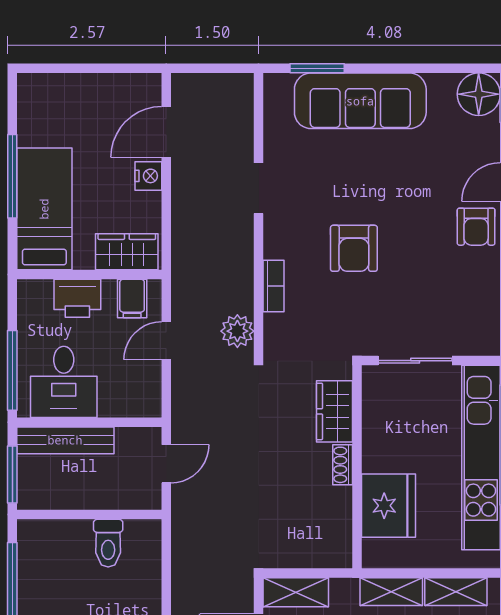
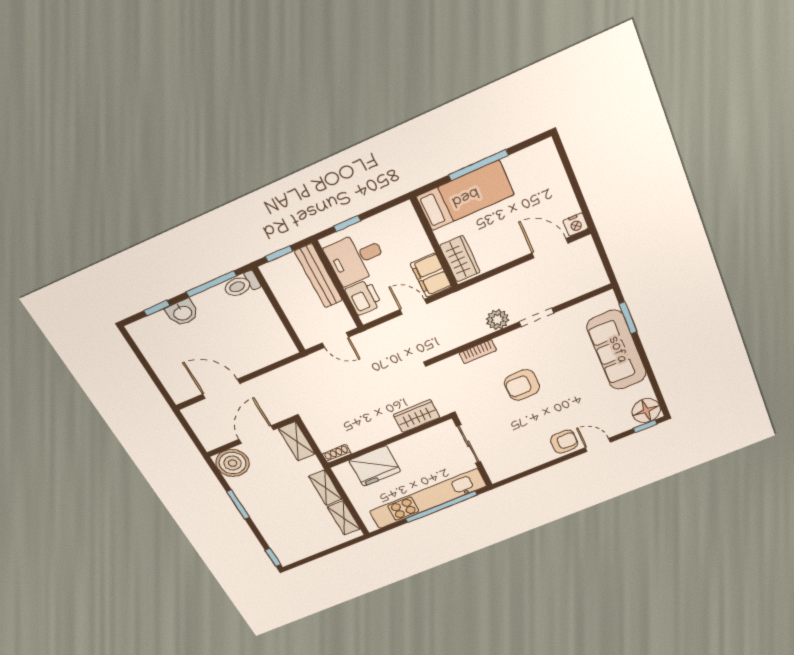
nightstand: (148, 176) -> (576, 224), moved
armchair: (476, 227) -> (564, 442), turned 180
printer: (77, 298) -> (363, 297), moved, turned 180
filing cabinet: (132, 298) -> (431, 275), width x2.00
plant: (237, 331) -> (497, 320), moved
window: (12, 370) -> (347, 223), width x0.46
shoe rack: (343, 465) -> (337, 454), moved
window: (12, 475) -> (279, 254), width x0.67
toilet: (108, 543) -> (241, 285), moved

